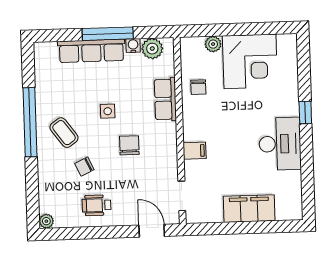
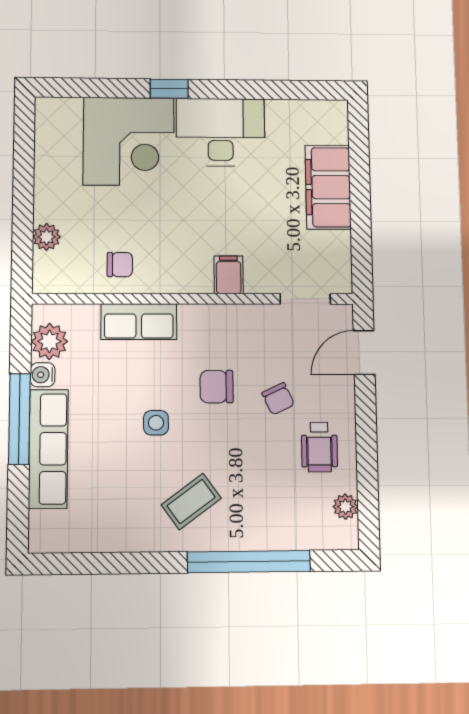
corner desk: (250, 61) -> (129, 141), moved, turned 90
window: (30, 122) -> (249, 562), moved
chair: (84, 166) -> (278, 399), moved
plant: (46, 221) -> (345, 507), moved

